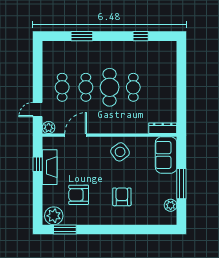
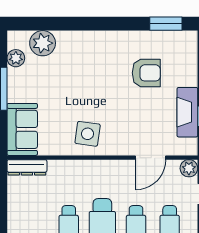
side table: (120, 152) -> (88, 134), turned 45
armchair: (122, 197) -> (85, 70), removed
plant: (54, 216) -> (43, 43), moved

